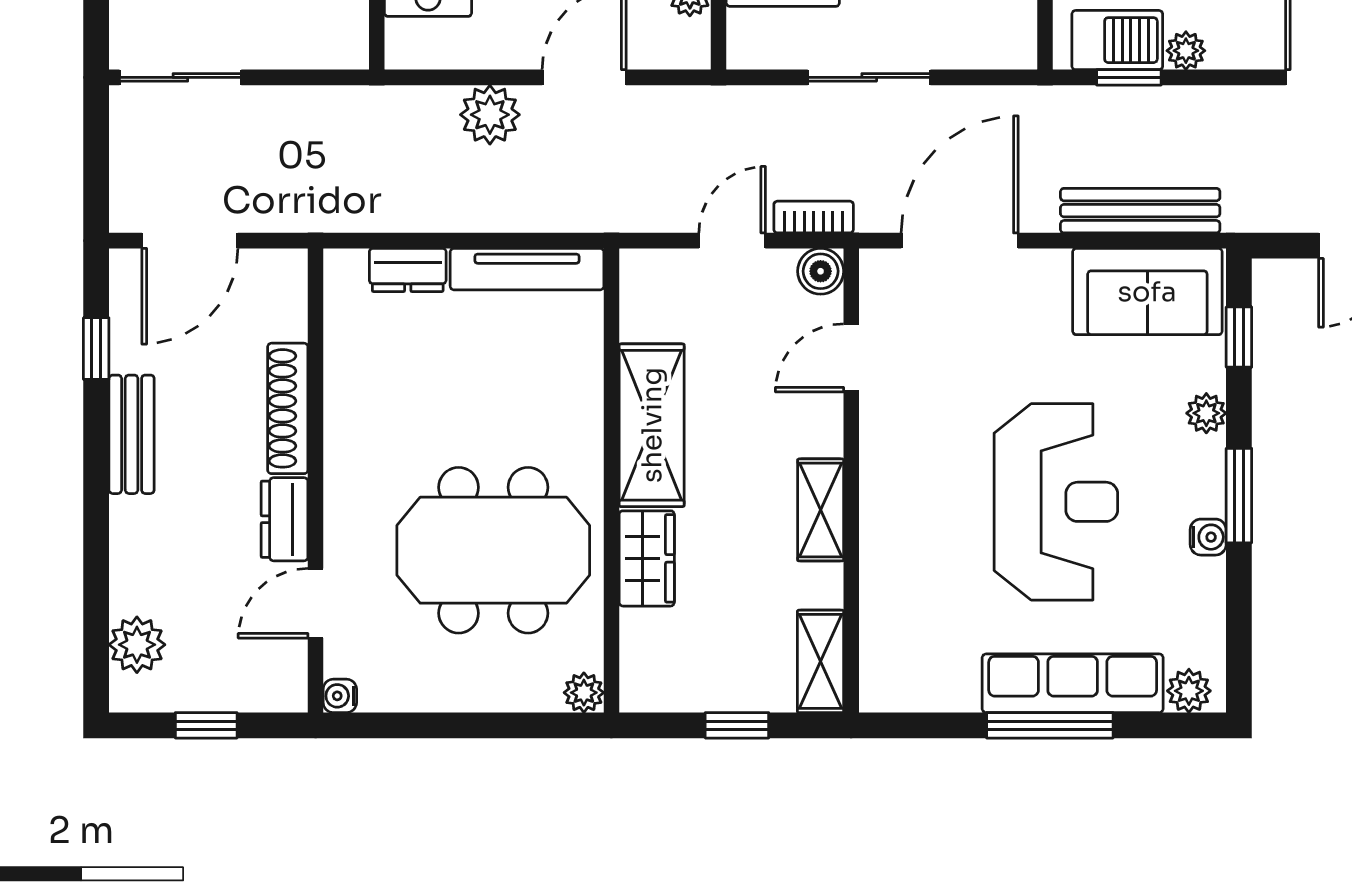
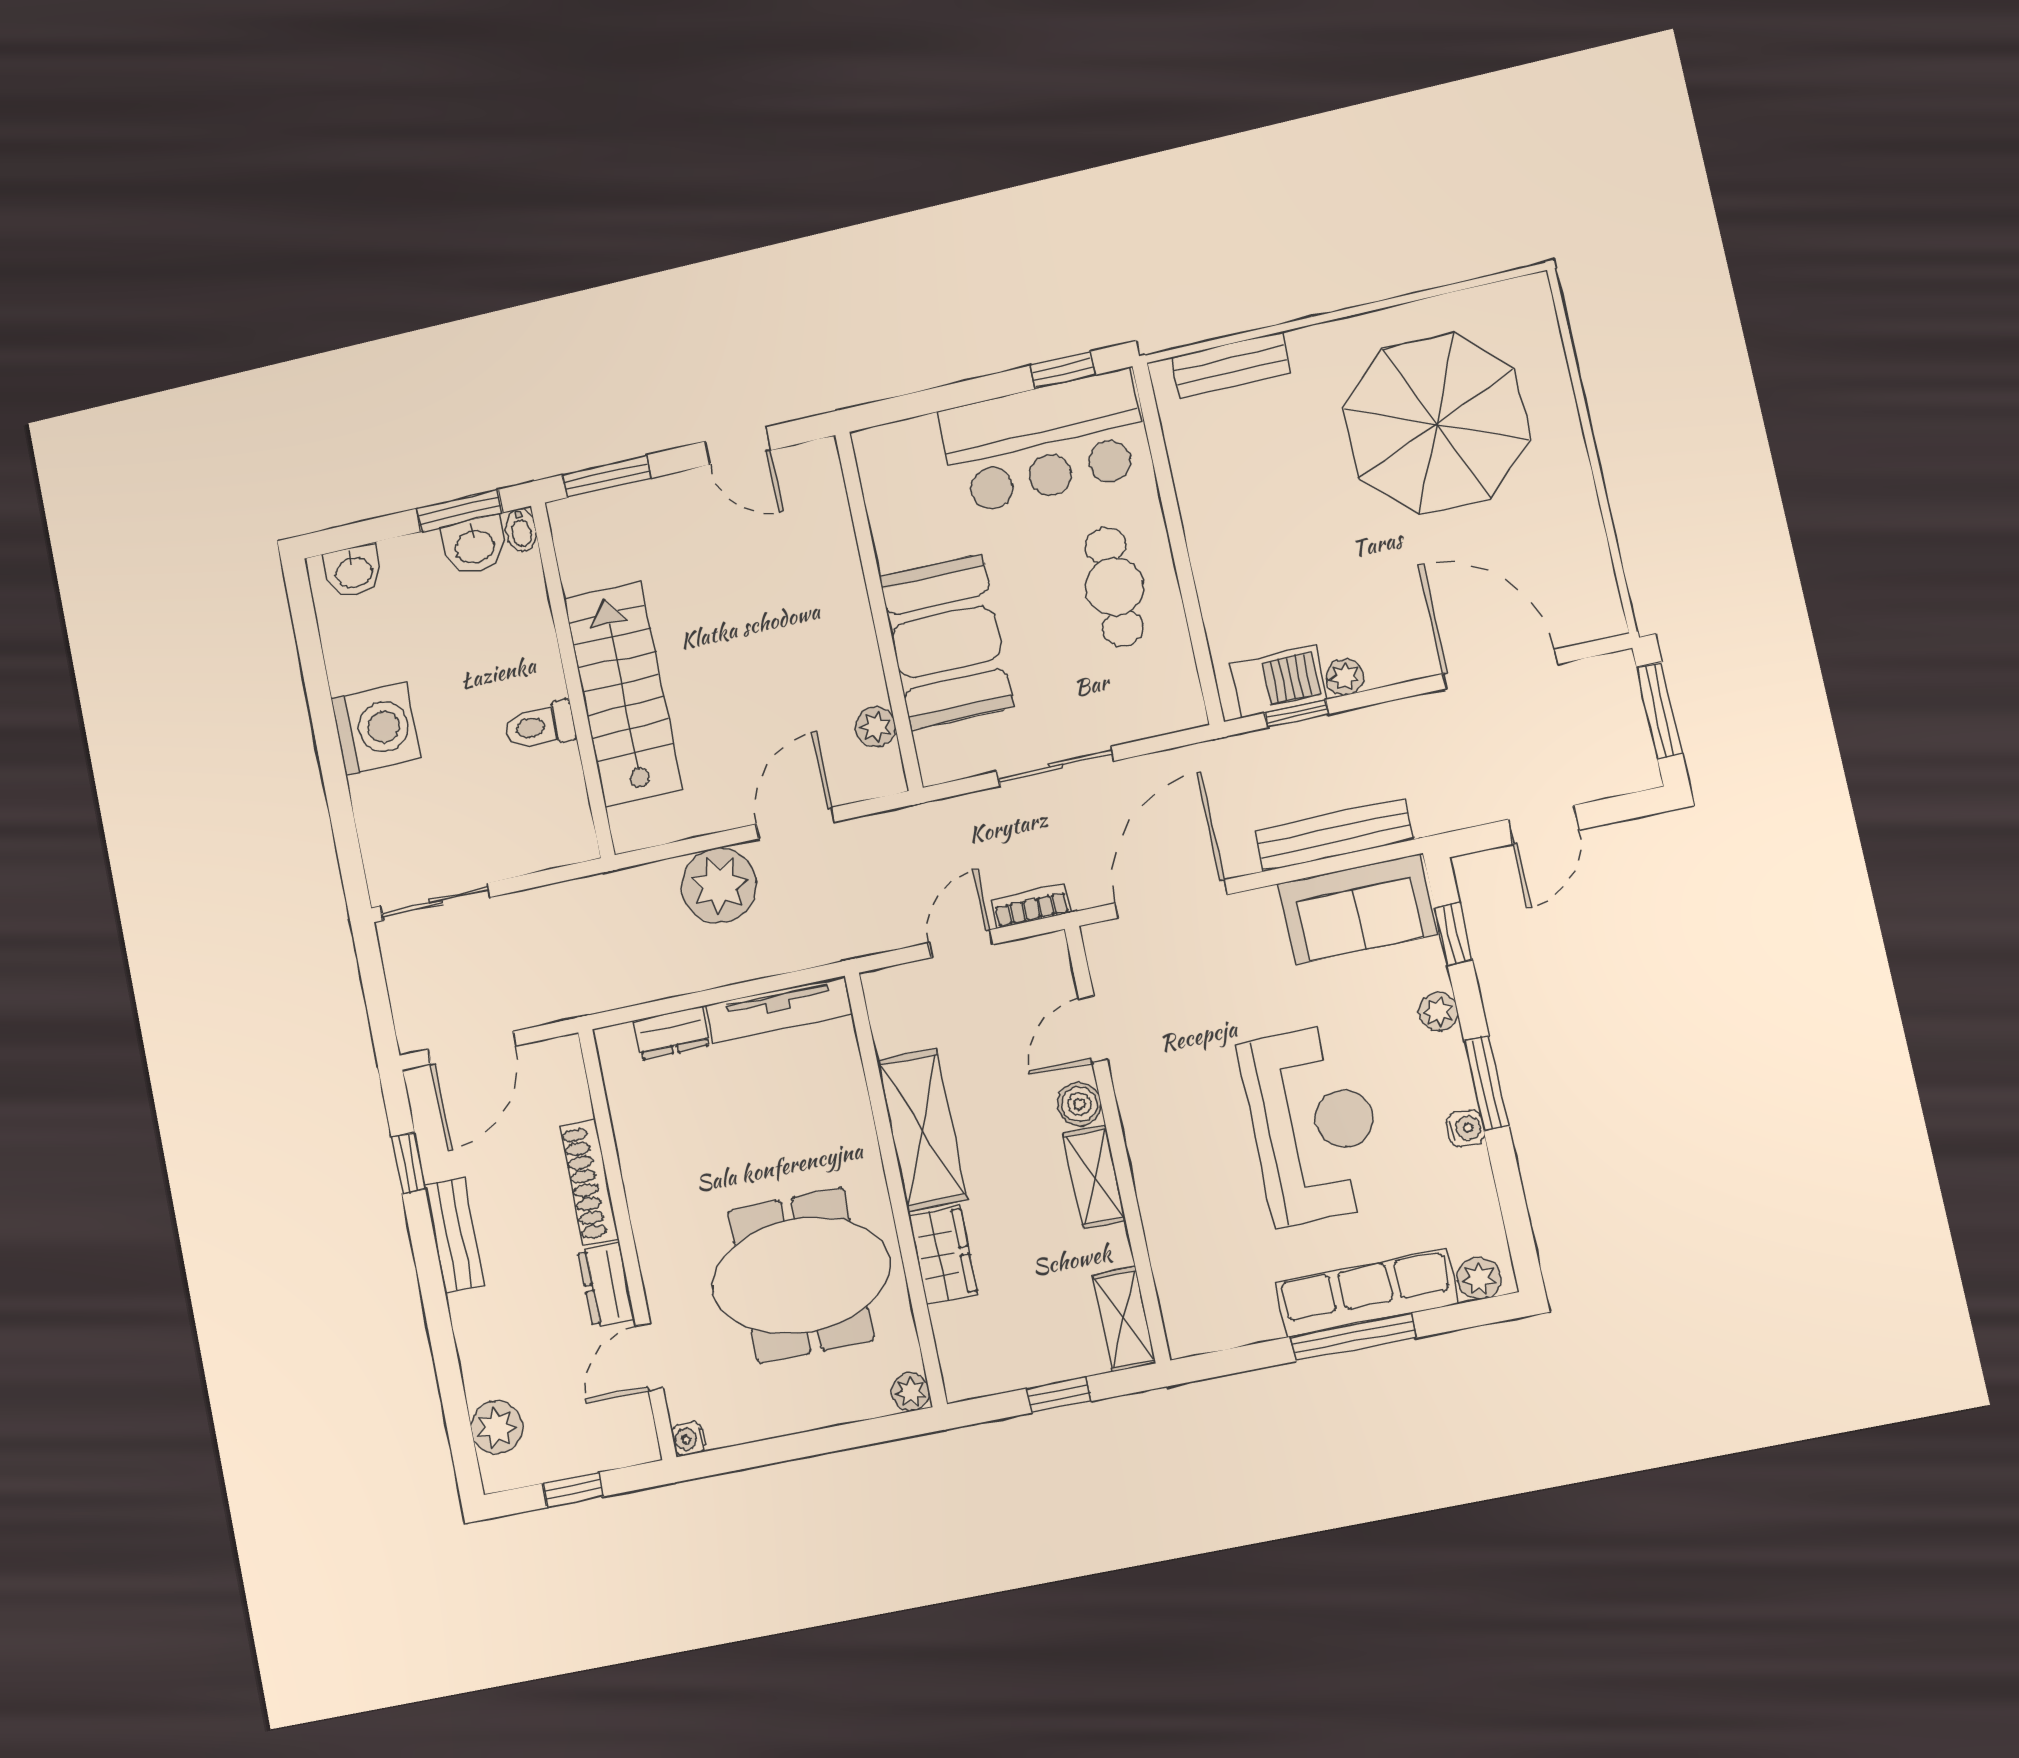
plant: (490, 115) -> (719, 885), width x1.36, depth x1.36
boiler: (821, 271) -> (1079, 1104), moved

